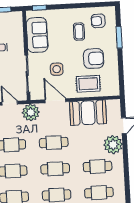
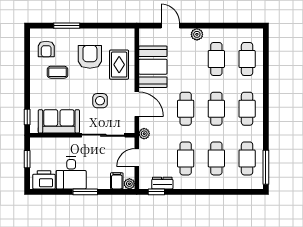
door: (55, 101) -> (137, 104), swing flipped
plant: (31, 112) -> (144, 134), width x0.53, depth x0.53
plant: (113, 145) -> (197, 34), width x0.53, depth x0.53

